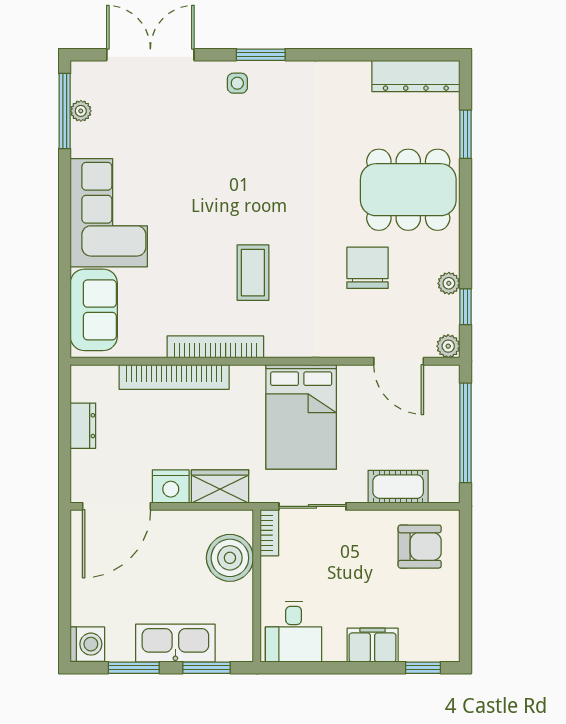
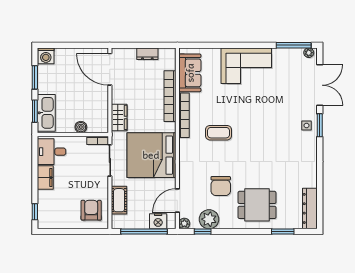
window: (261, 55) -> (320, 125), moved
plant: (81, 111) -> (309, 53), moved
dining table: (408, 190) -> (257, 205), width x0.73
chair: (368, 268) -> (221, 186), turned 90
plant: (449, 283) -> (209, 219), width x1.87, depth x1.87
sofa: (94, 310) -> (190, 73), moved, turned -90
bed: (301, 417) -> (151, 155), width x1.36
nightstand: (171, 486) -> (158, 221), moved, turned -90
armchair: (420, 547) -> (91, 210), turned 180
boiler: (230, 558) -> (81, 127), width x0.54, depth x0.54
kitchen sink: (175, 643) -> (46, 113), moved
filing cabinet: (373, 645) -> (45, 178), moved

